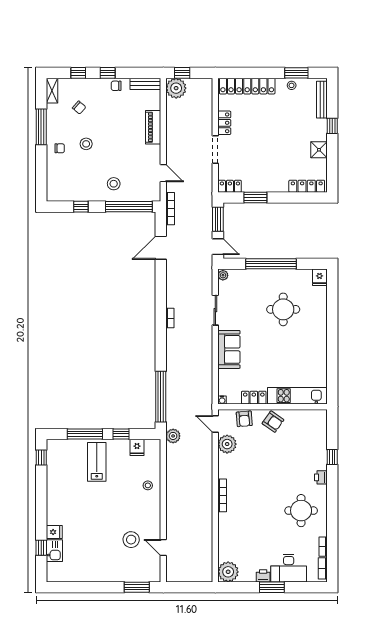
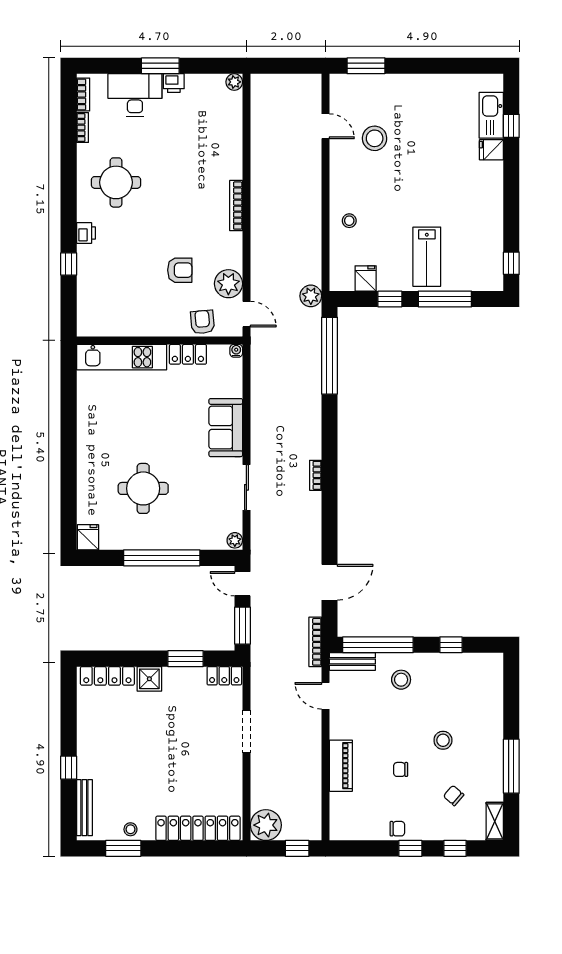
bench: (145, 84) -> (352, 661), moved
plant: (176, 88) -> (266, 825), moved
locker: (224, 123) -> (233, 772), removed
chair: (60, 148) -> (401, 769), moved
shower: (319, 150) -> (149, 679), moved
armchair: (273, 422) -> (180, 270), moved, turned 145
kitchen sink: (54, 551) -> (491, 115), width x1.38
plant: (228, 572) -> (234, 82), width x0.53, depth x0.53

